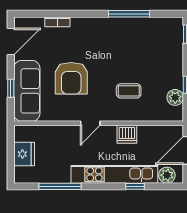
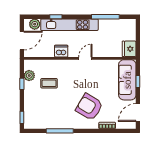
armchair: (71, 78) -> (89, 107), moved, turned -59
coffee table: (129, 91) -> (49, 83), moved
fridge: (24, 154) -> (129, 49), moved

